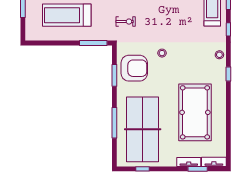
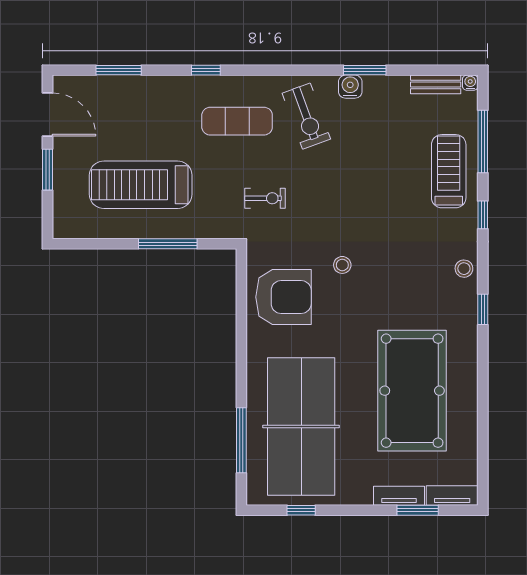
window: (93, 43) -> (168, 244), moved
window: (114, 75) -> (241, 312), removed
window: (114, 123) -> (241, 440), moved

